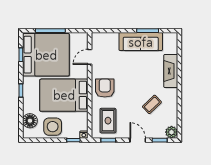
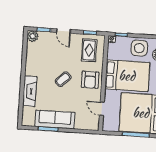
door: (90, 57) -> (102, 109), swing flipped
coffee table: (152, 104) -> (63, 79), moved

